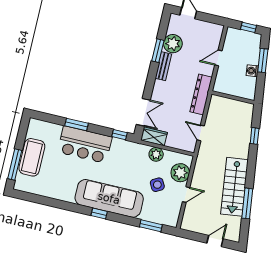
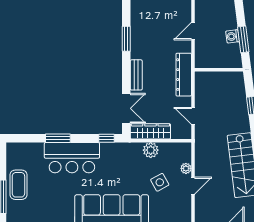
plant: (173, 44) -> (141, 27), removed
window: (263, 60) -> (243, 39), moved
bench: (163, 66) -> (136, 75), moved
wardrobe: (154, 136) -> (150, 131), width x1.50
coffee table: (32, 157) -> (18, 185), width x0.73, depth x0.76
plant: (180, 173) -> (186, 168), width x0.53, depth x0.53

